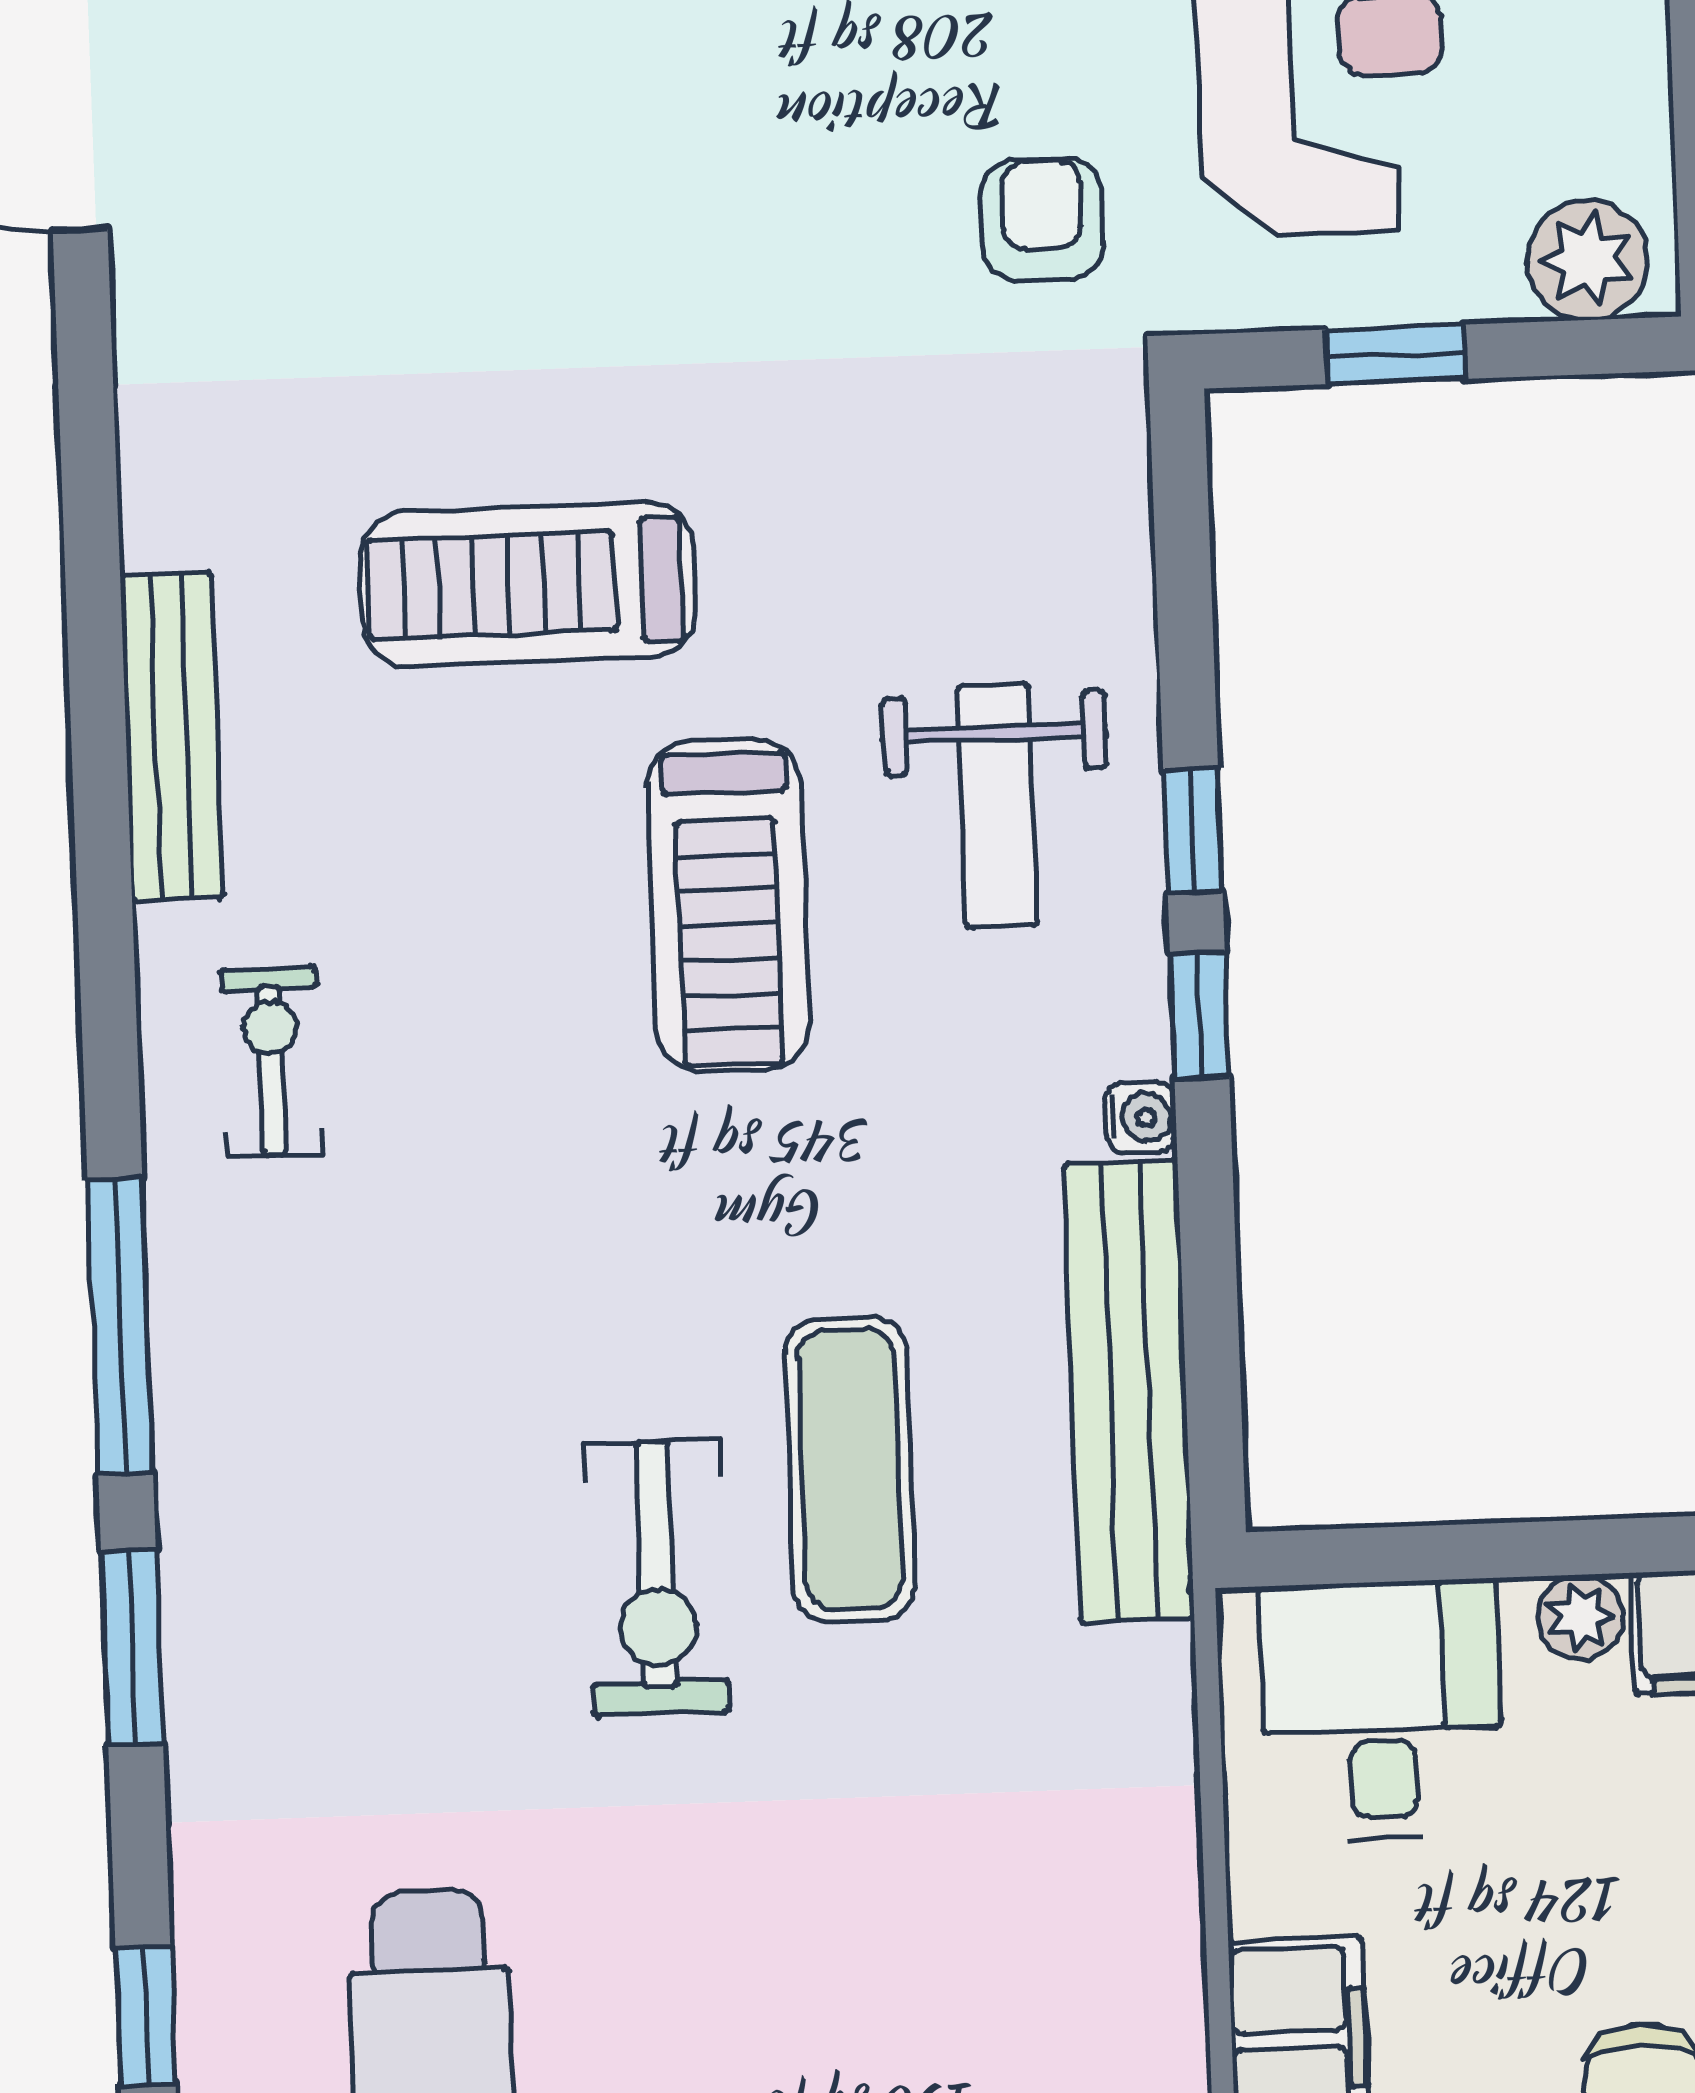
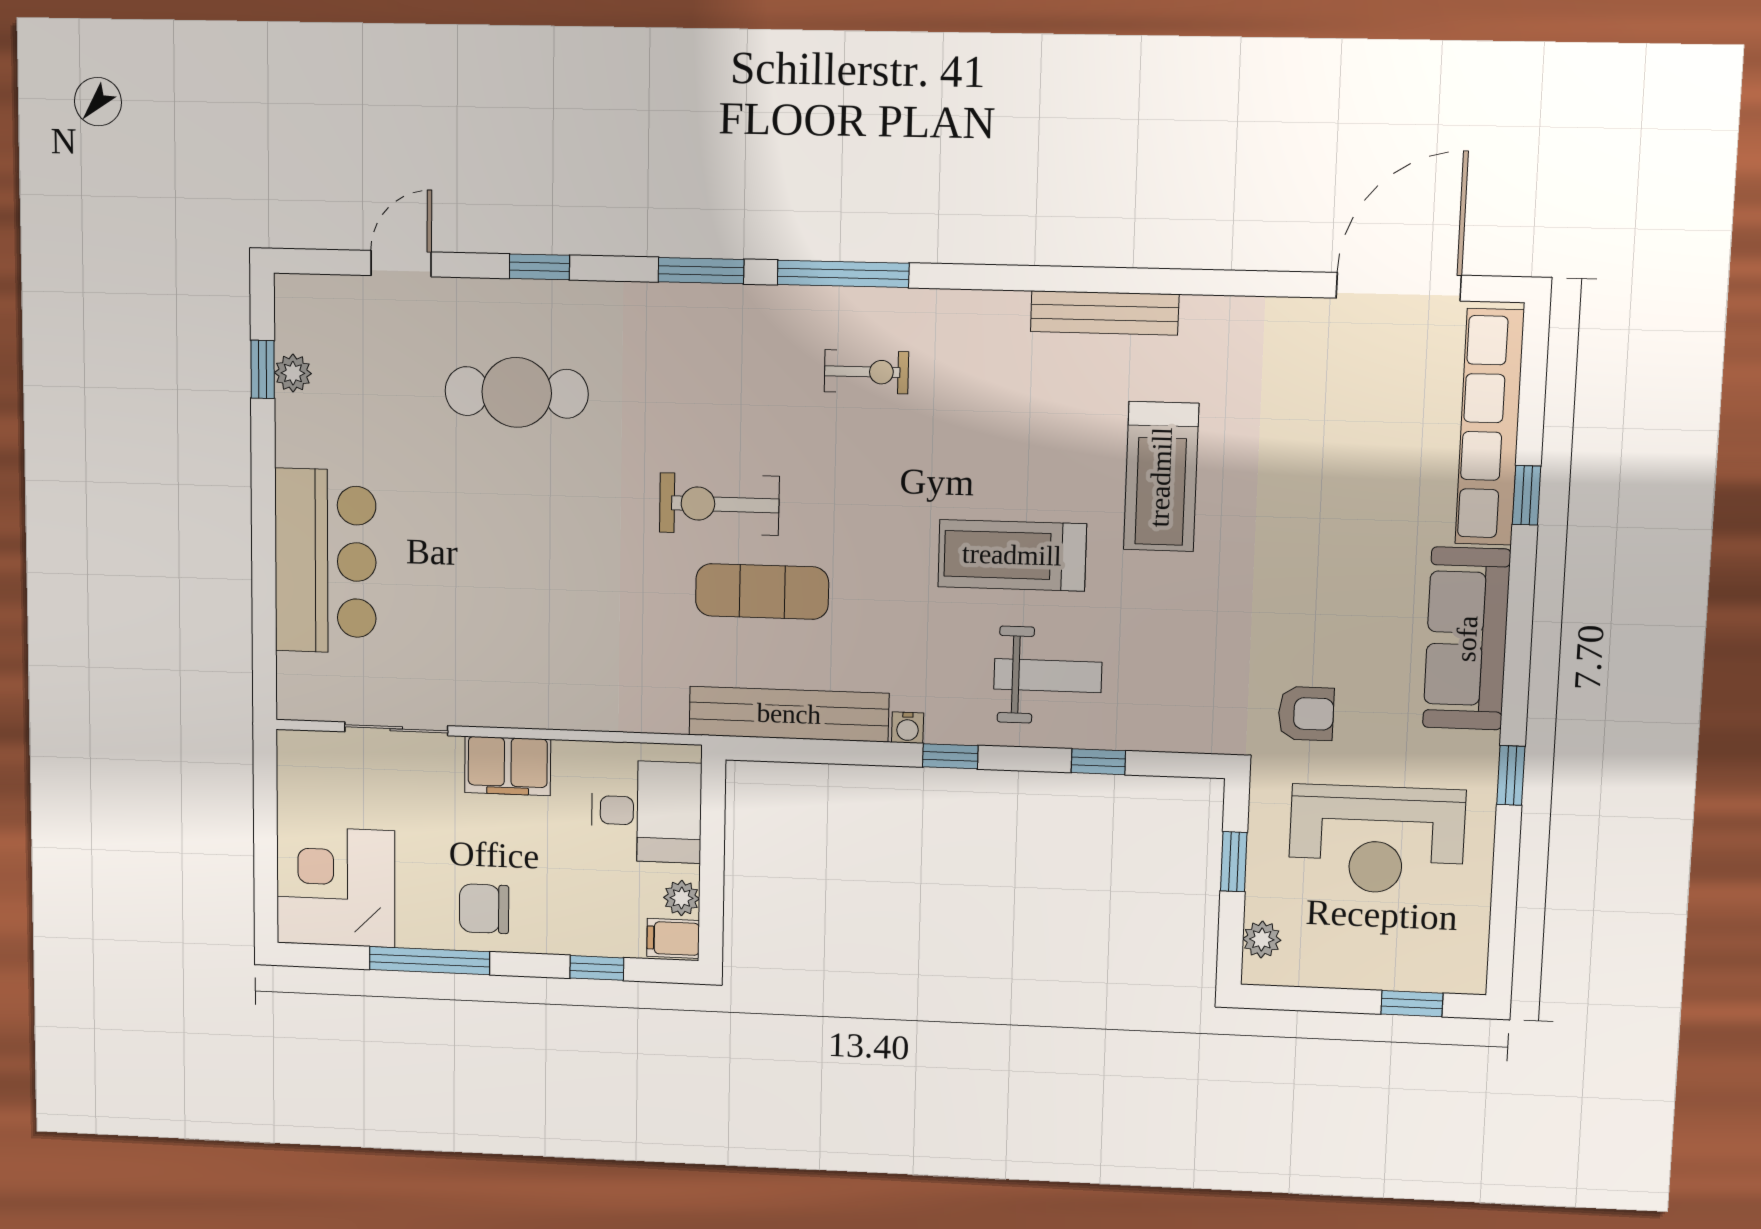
plant: (1587, 260) -> (1262, 939), width x0.73, depth x0.73
treadmill: (528, 584) -> (1161, 477), turned 180
weight bench: (997, 806) -> (1048, 676), turned 180
window: (1193, 831) -> (1098, 762), moved
exercise bike: (271, 1062) -> (866, 372), moved

